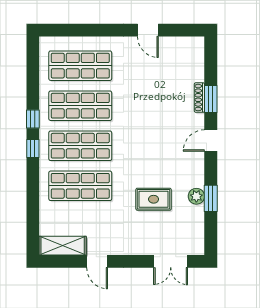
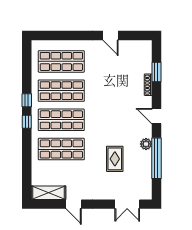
window: (211, 99) -> (156, 72), moved
door: (211, 141) -> (156, 116), hinge flipped
plant: (196, 196) -> (146, 144), moved
window: (211, 198) -> (156, 158), width x2.11
rug: (154, 199) -> (115, 159), turned 90

